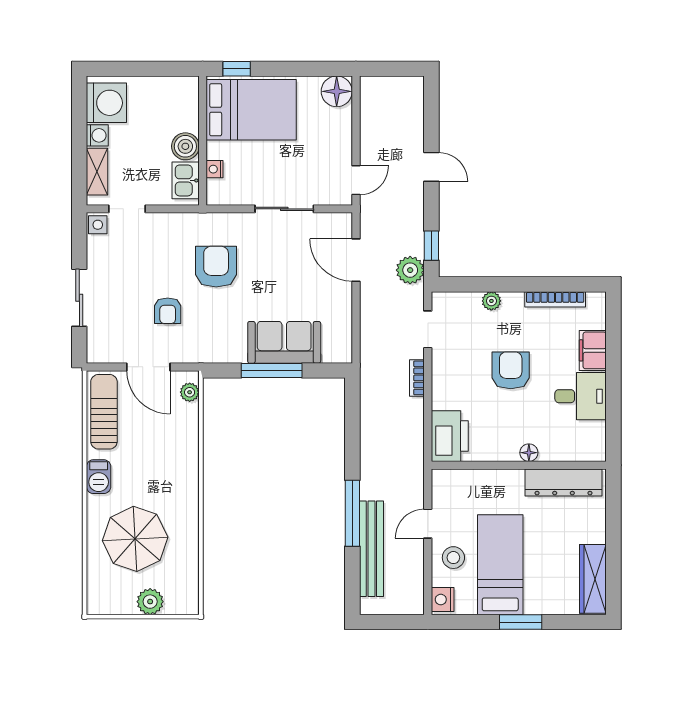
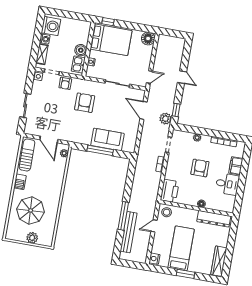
armchair: (168, 311) -> (65, 83), moved
stool: (453, 558) -> (167, 212), moved

